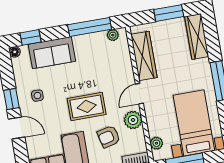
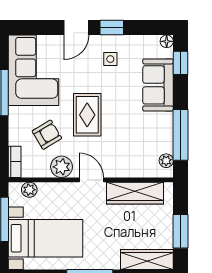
armchair: (109, 137) -> (47, 135), turned 72

